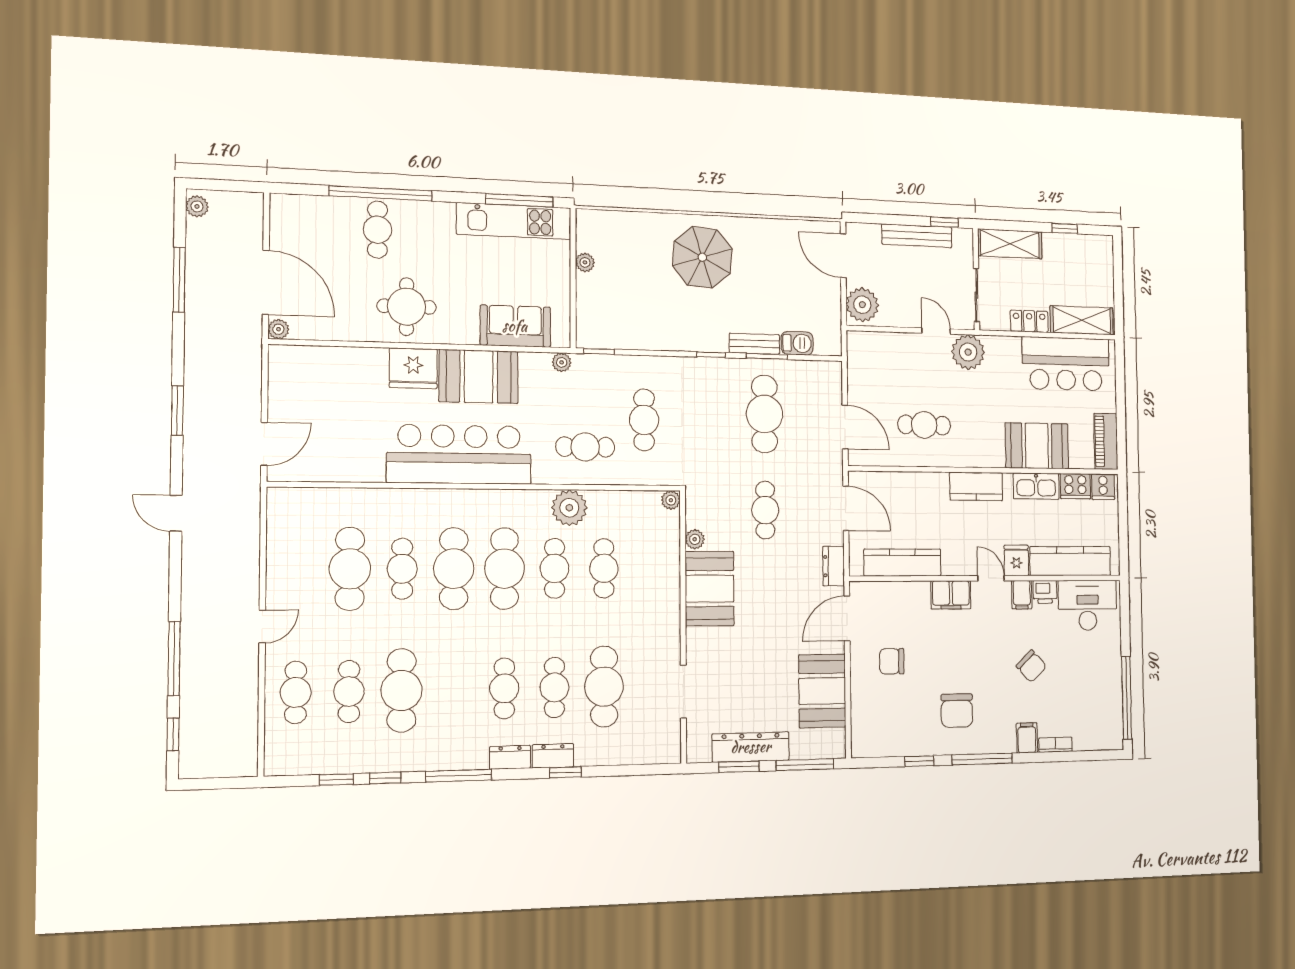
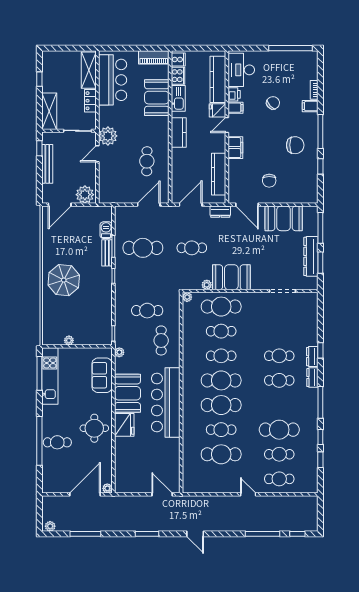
plant: (569, 508) -> (191, 348), removed
door: (176, 513) -> (195, 534), hinge flipped
cafe table: (604, 687) -> (221, 307), moved

